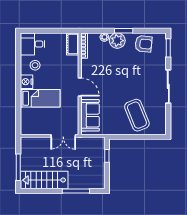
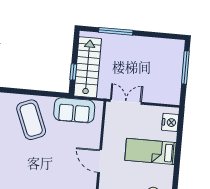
nightstand: (27, 82) -> (170, 122), moved
sofa: (90, 115) -> (74, 110), moved, turned -90
stairs: (44, 180) -> (88, 67), moved, turned -90

